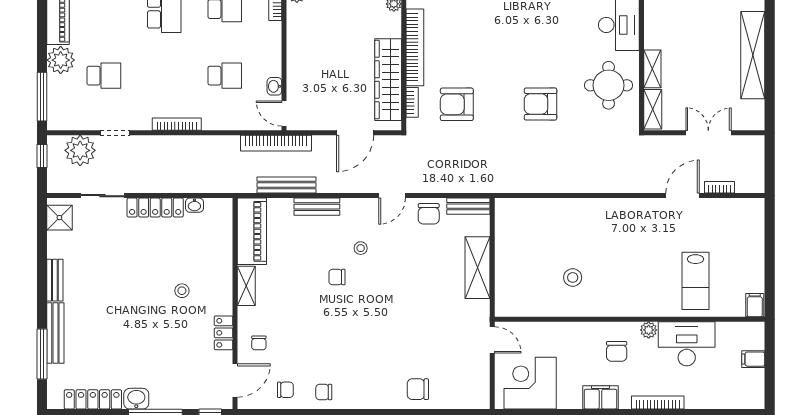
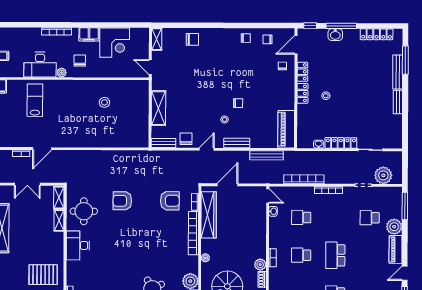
armchair: (540, 104) -> (122, 201), turned 180
bookcase: (276, 143) -> (304, 179), moved
window: (42, 156) -> (405, 172), removed
bench: (317, 207) -> (237, 143), moved
shower: (59, 218) -> (395, 137), removed
shelving: (246, 286) -> (157, 39), moved
locker: (223, 295) -> (302, 93), added
corner desk: (530, 383) -> (115, 43), moved
washbasin: (136, 399) -> (335, 35), moved

